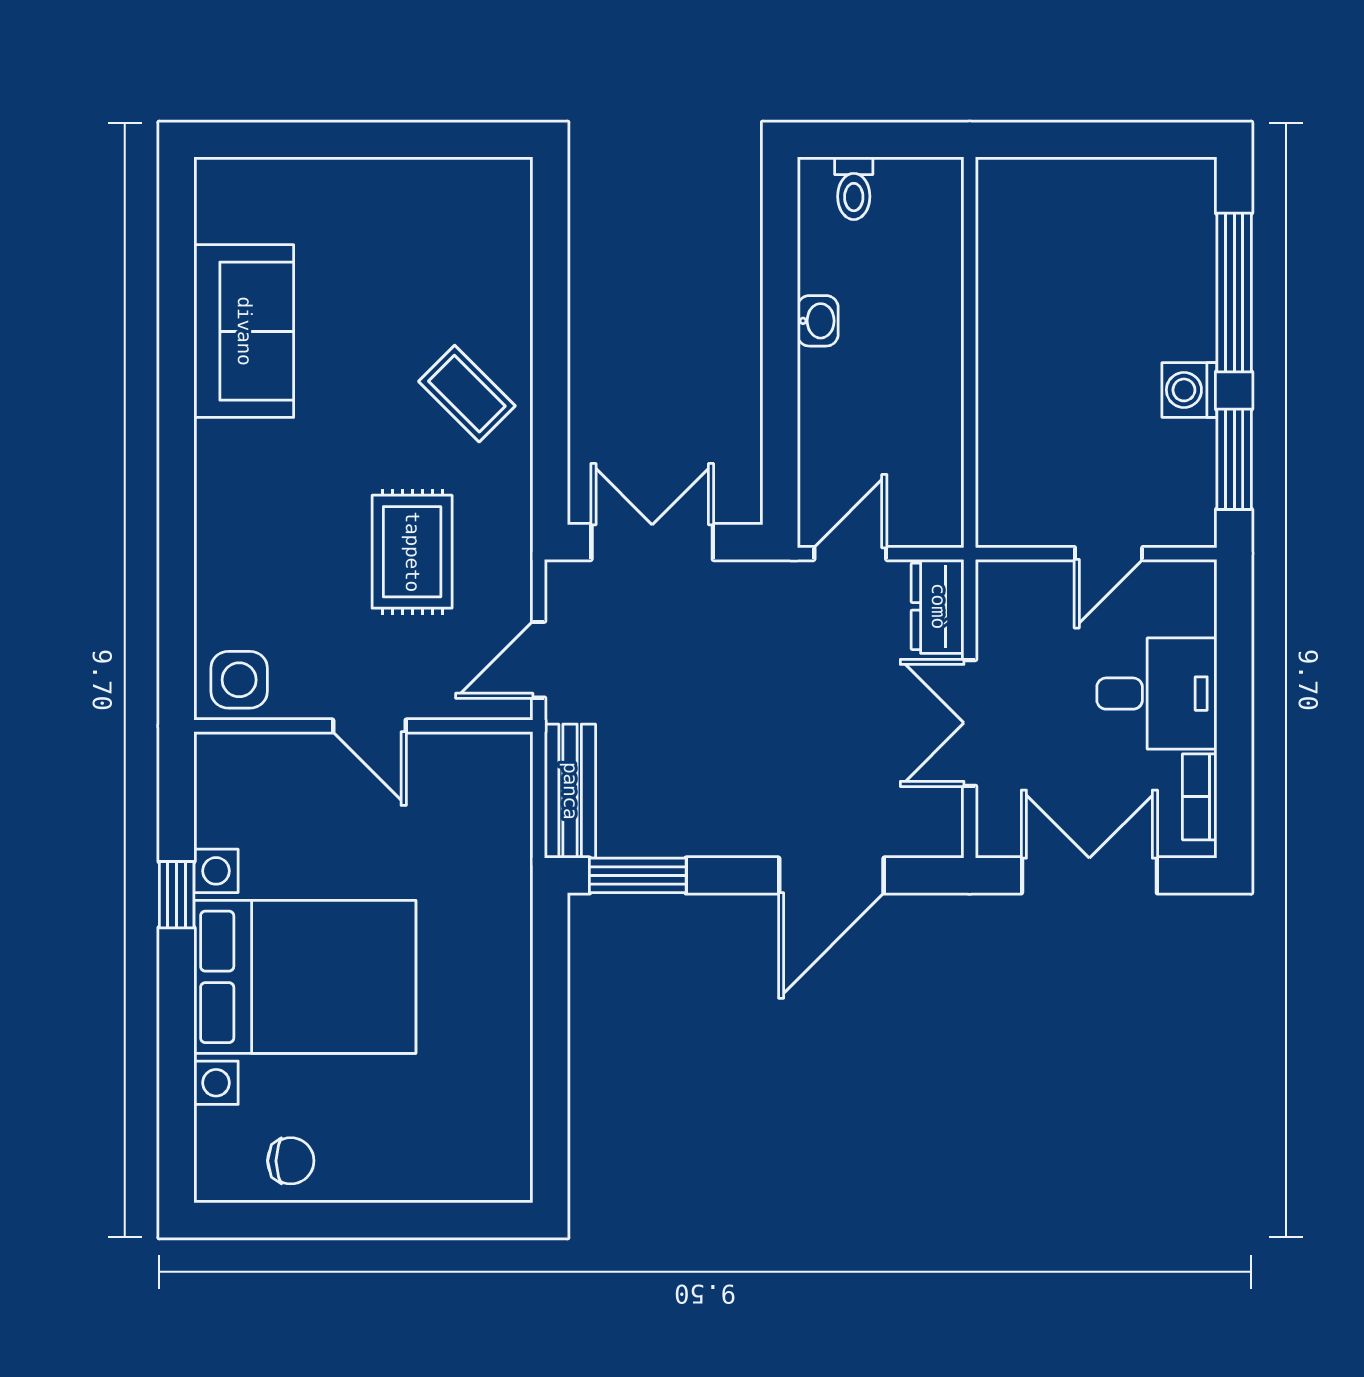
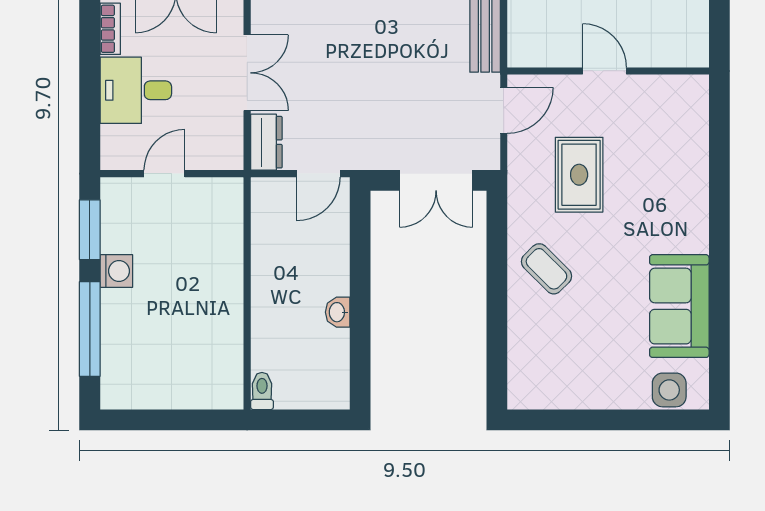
toilet: (854, 188) -> (262, 391), moved
side table: (239, 680) -> (669, 390), moved

